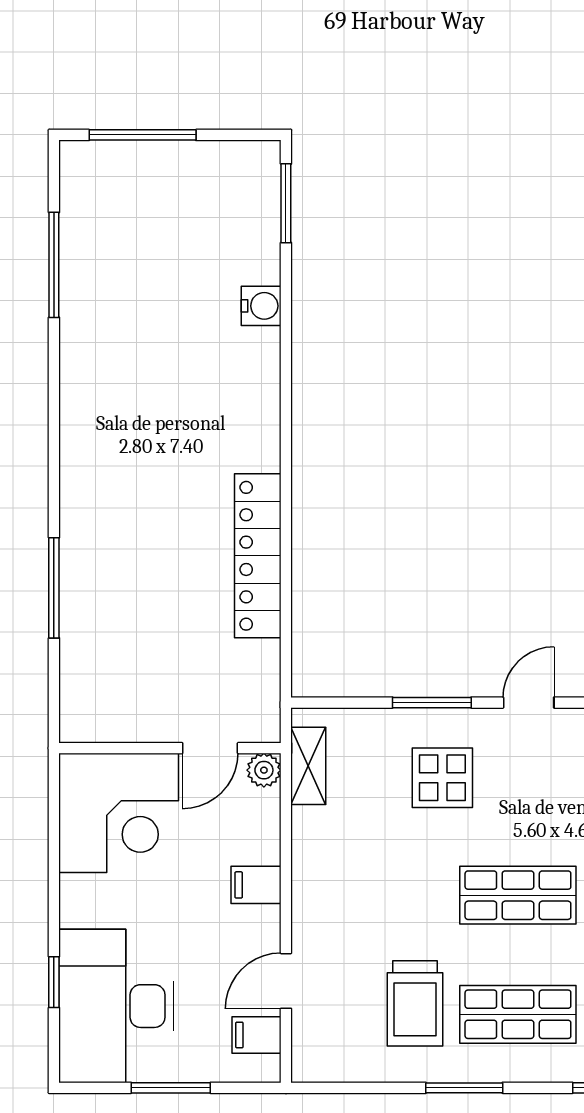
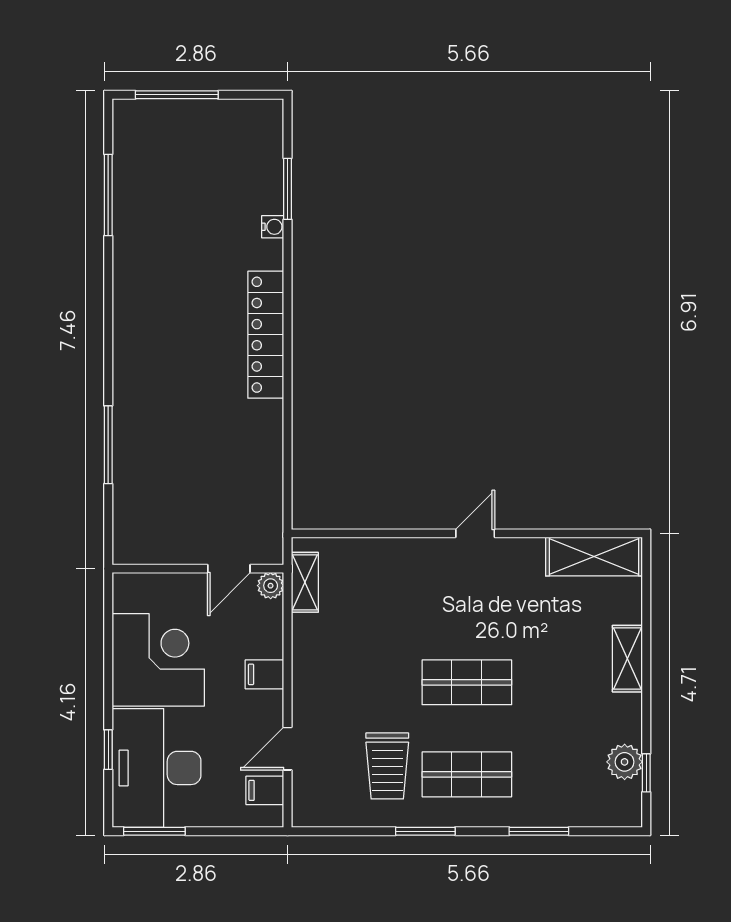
window: (286, 203) -> (288, 189), moved
water cooler: (261, 306) -> (273, 227), width x0.72, depth x0.72
locker: (258, 556) -> (266, 335), moved
window: (432, 703) -> (400, 533), removed
display table: (442, 778) -> (408, 592), removed
corner desk: (119, 813) -> (158, 660), moved, turned -90
window: (171, 1088) -> (154, 831), moved

